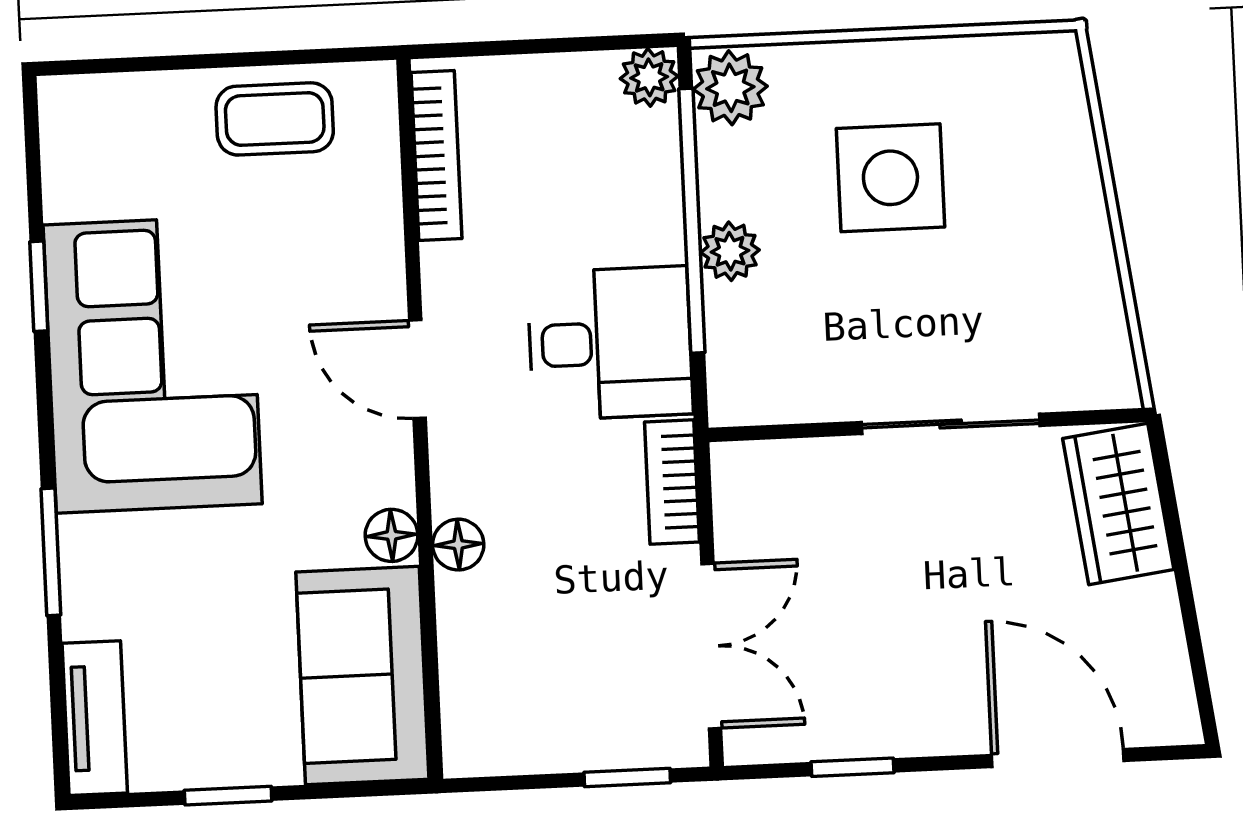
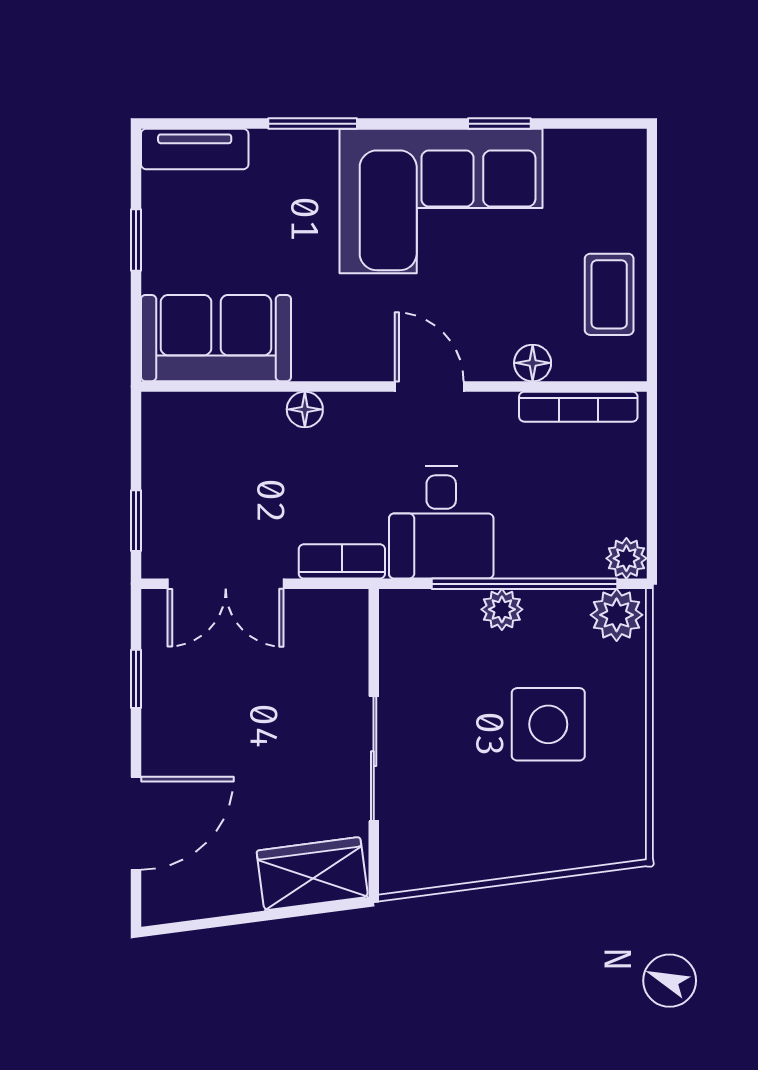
door: (417, 369) -> (429, 386), hinge flipped
floor lamp: (392, 535) -> (533, 363), moved

